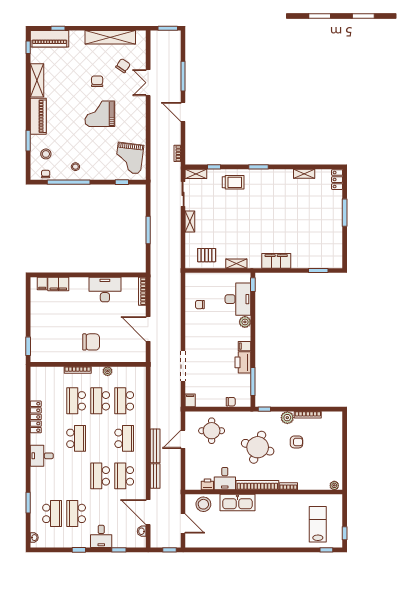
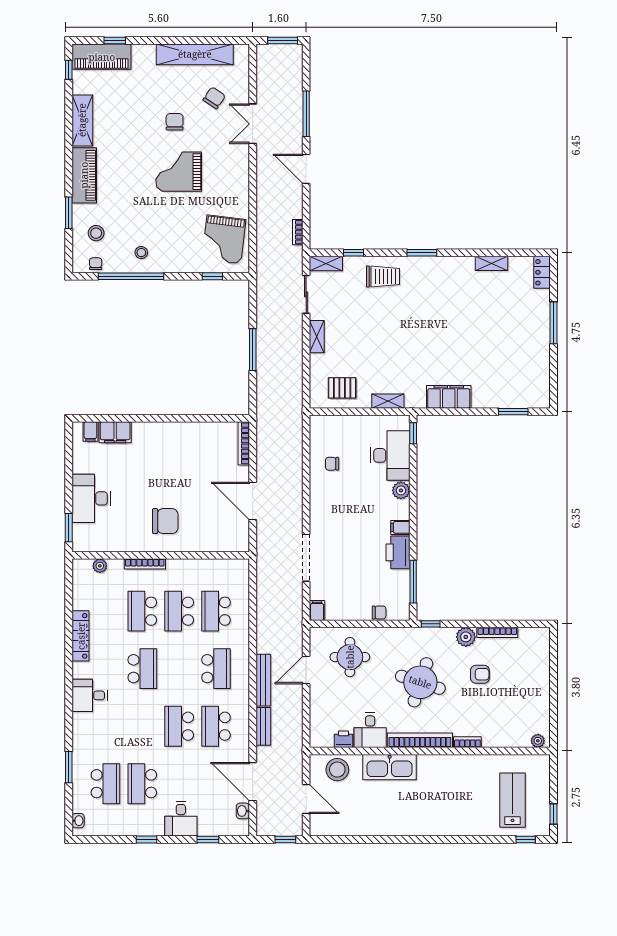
desk: (105, 290) -> (91, 498), moved, turned -90
plant: (108, 371) -> (100, 566), moved

